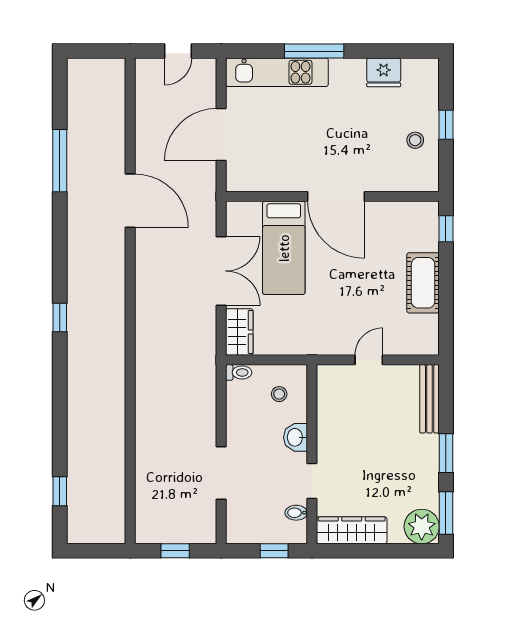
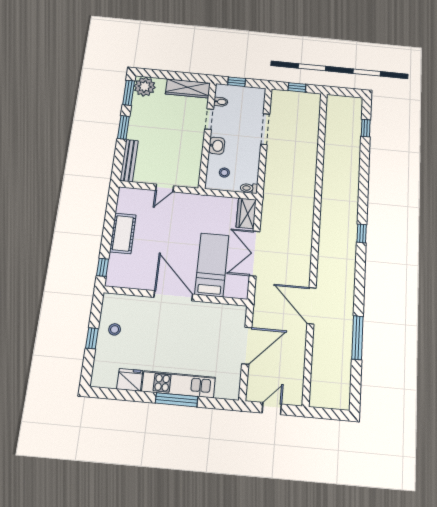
kitchen unit: (277, 72) -> (179, 384), moved

